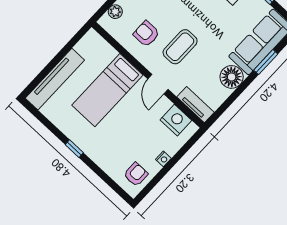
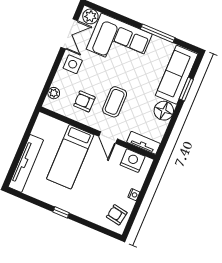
armchair: (136, 174) -> (117, 215), turned -80

